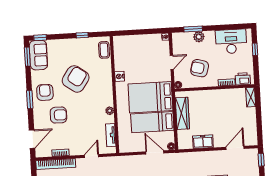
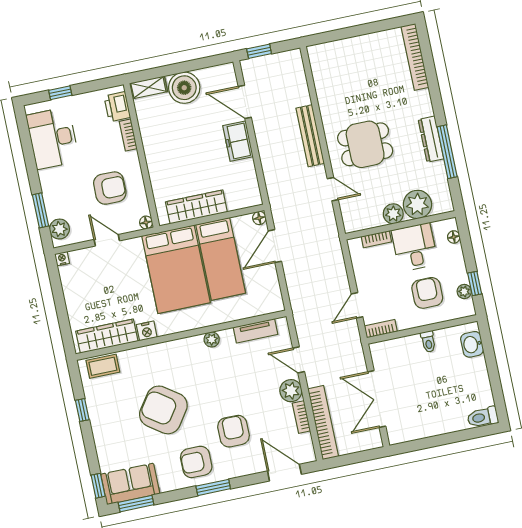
plant: (199, 37) -> (59, 229), moved
wardrobe: (120, 55) -> (107, 336), added
armchair: (200, 68) -> (110, 188), turned -105
boiler: (248, 116) -> (184, 88), added
freezer: (203, 142) -> (238, 141), moved
plant: (76, 149) -> (291, 391), added

